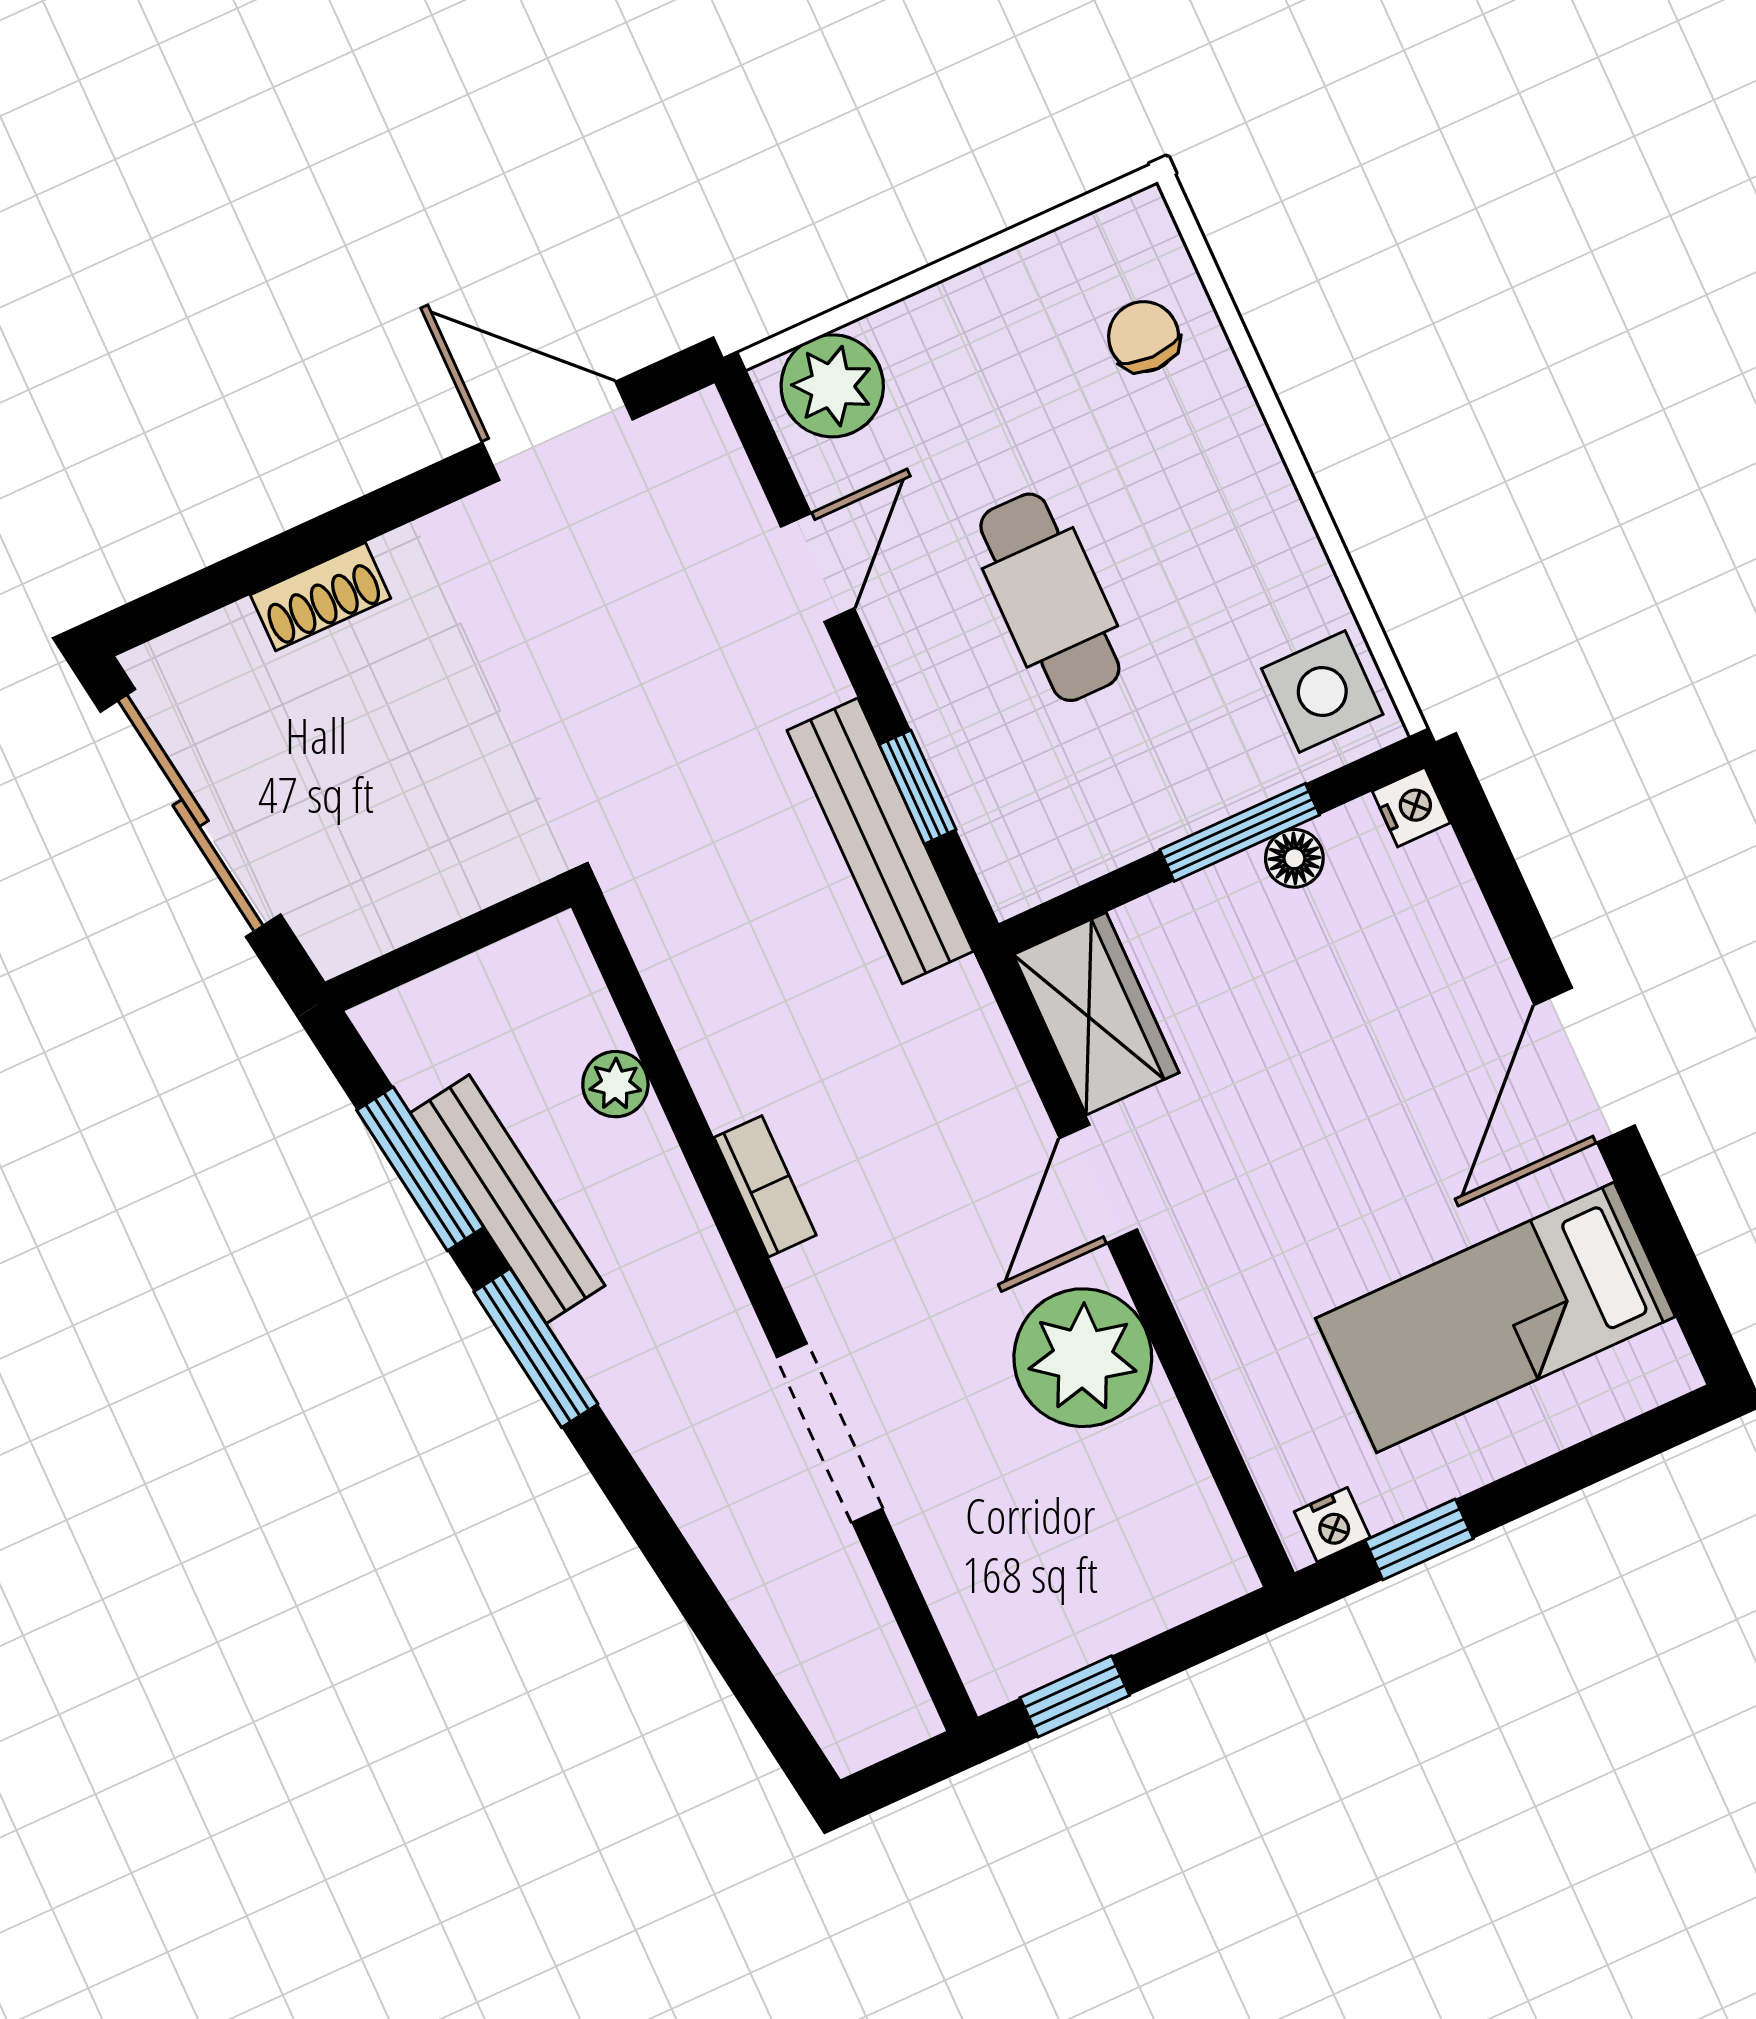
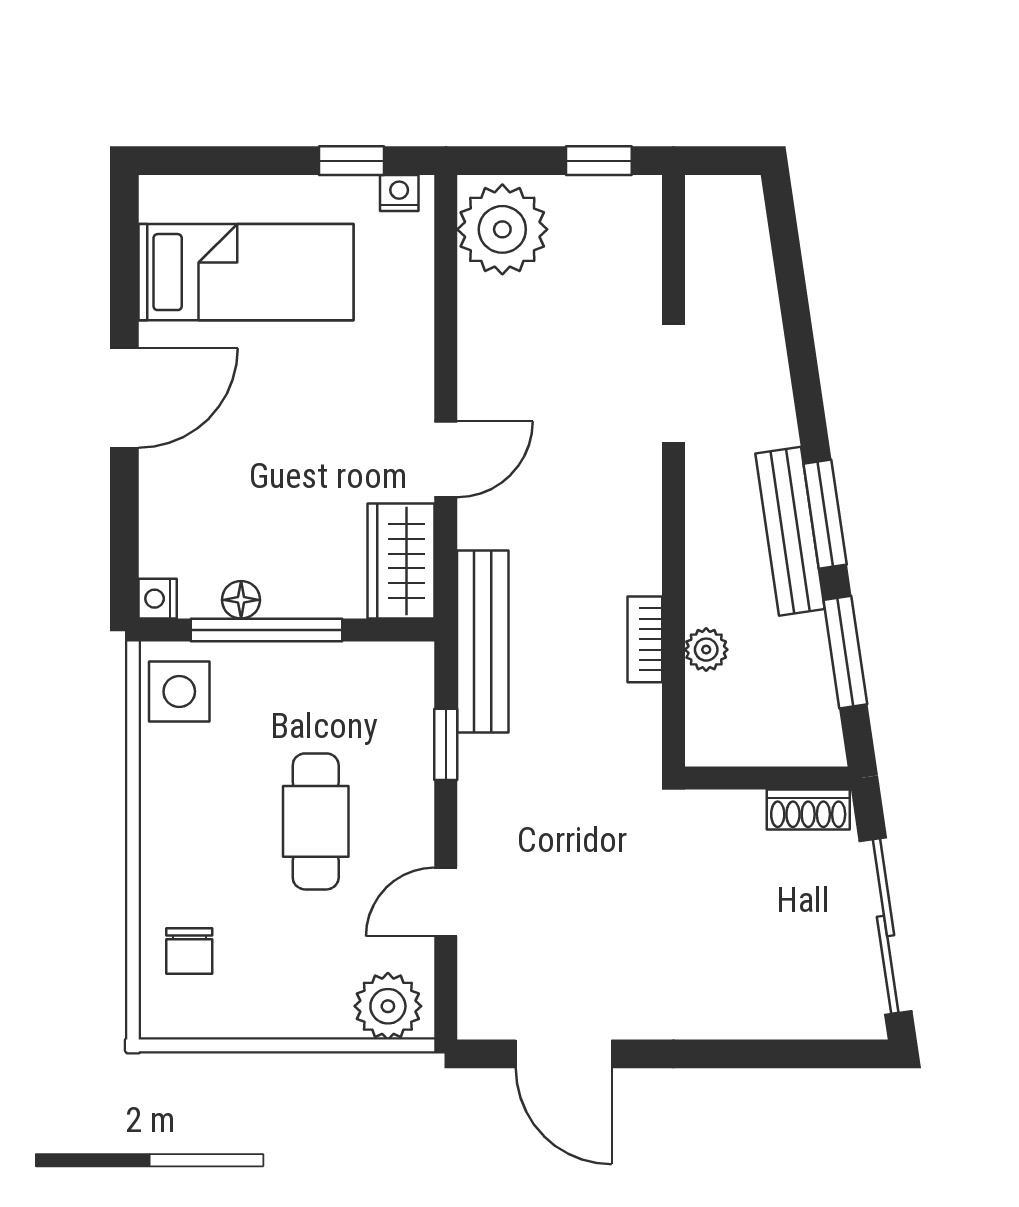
shoe rack: (320, 597) -> (808, 809), moved, turned 180
window: (1240, 832) -> (266, 630), width x1.44
bench: (880, 841) -> (483, 641), moved
bookcase: (765, 1186) -> (645, 639), moved
bench: (508, 1199) -> (790, 531), moved
plant: (1083, 1358) -> (502, 229), moved

